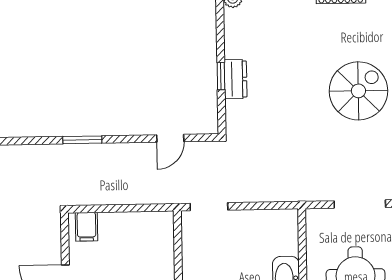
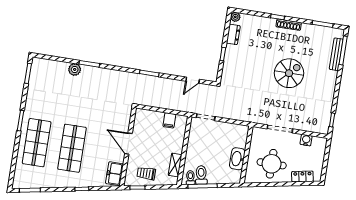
dresser: (235, 79) -> (233, 34), moved
filing cabinet: (86, 227) -> (169, 120), moved

